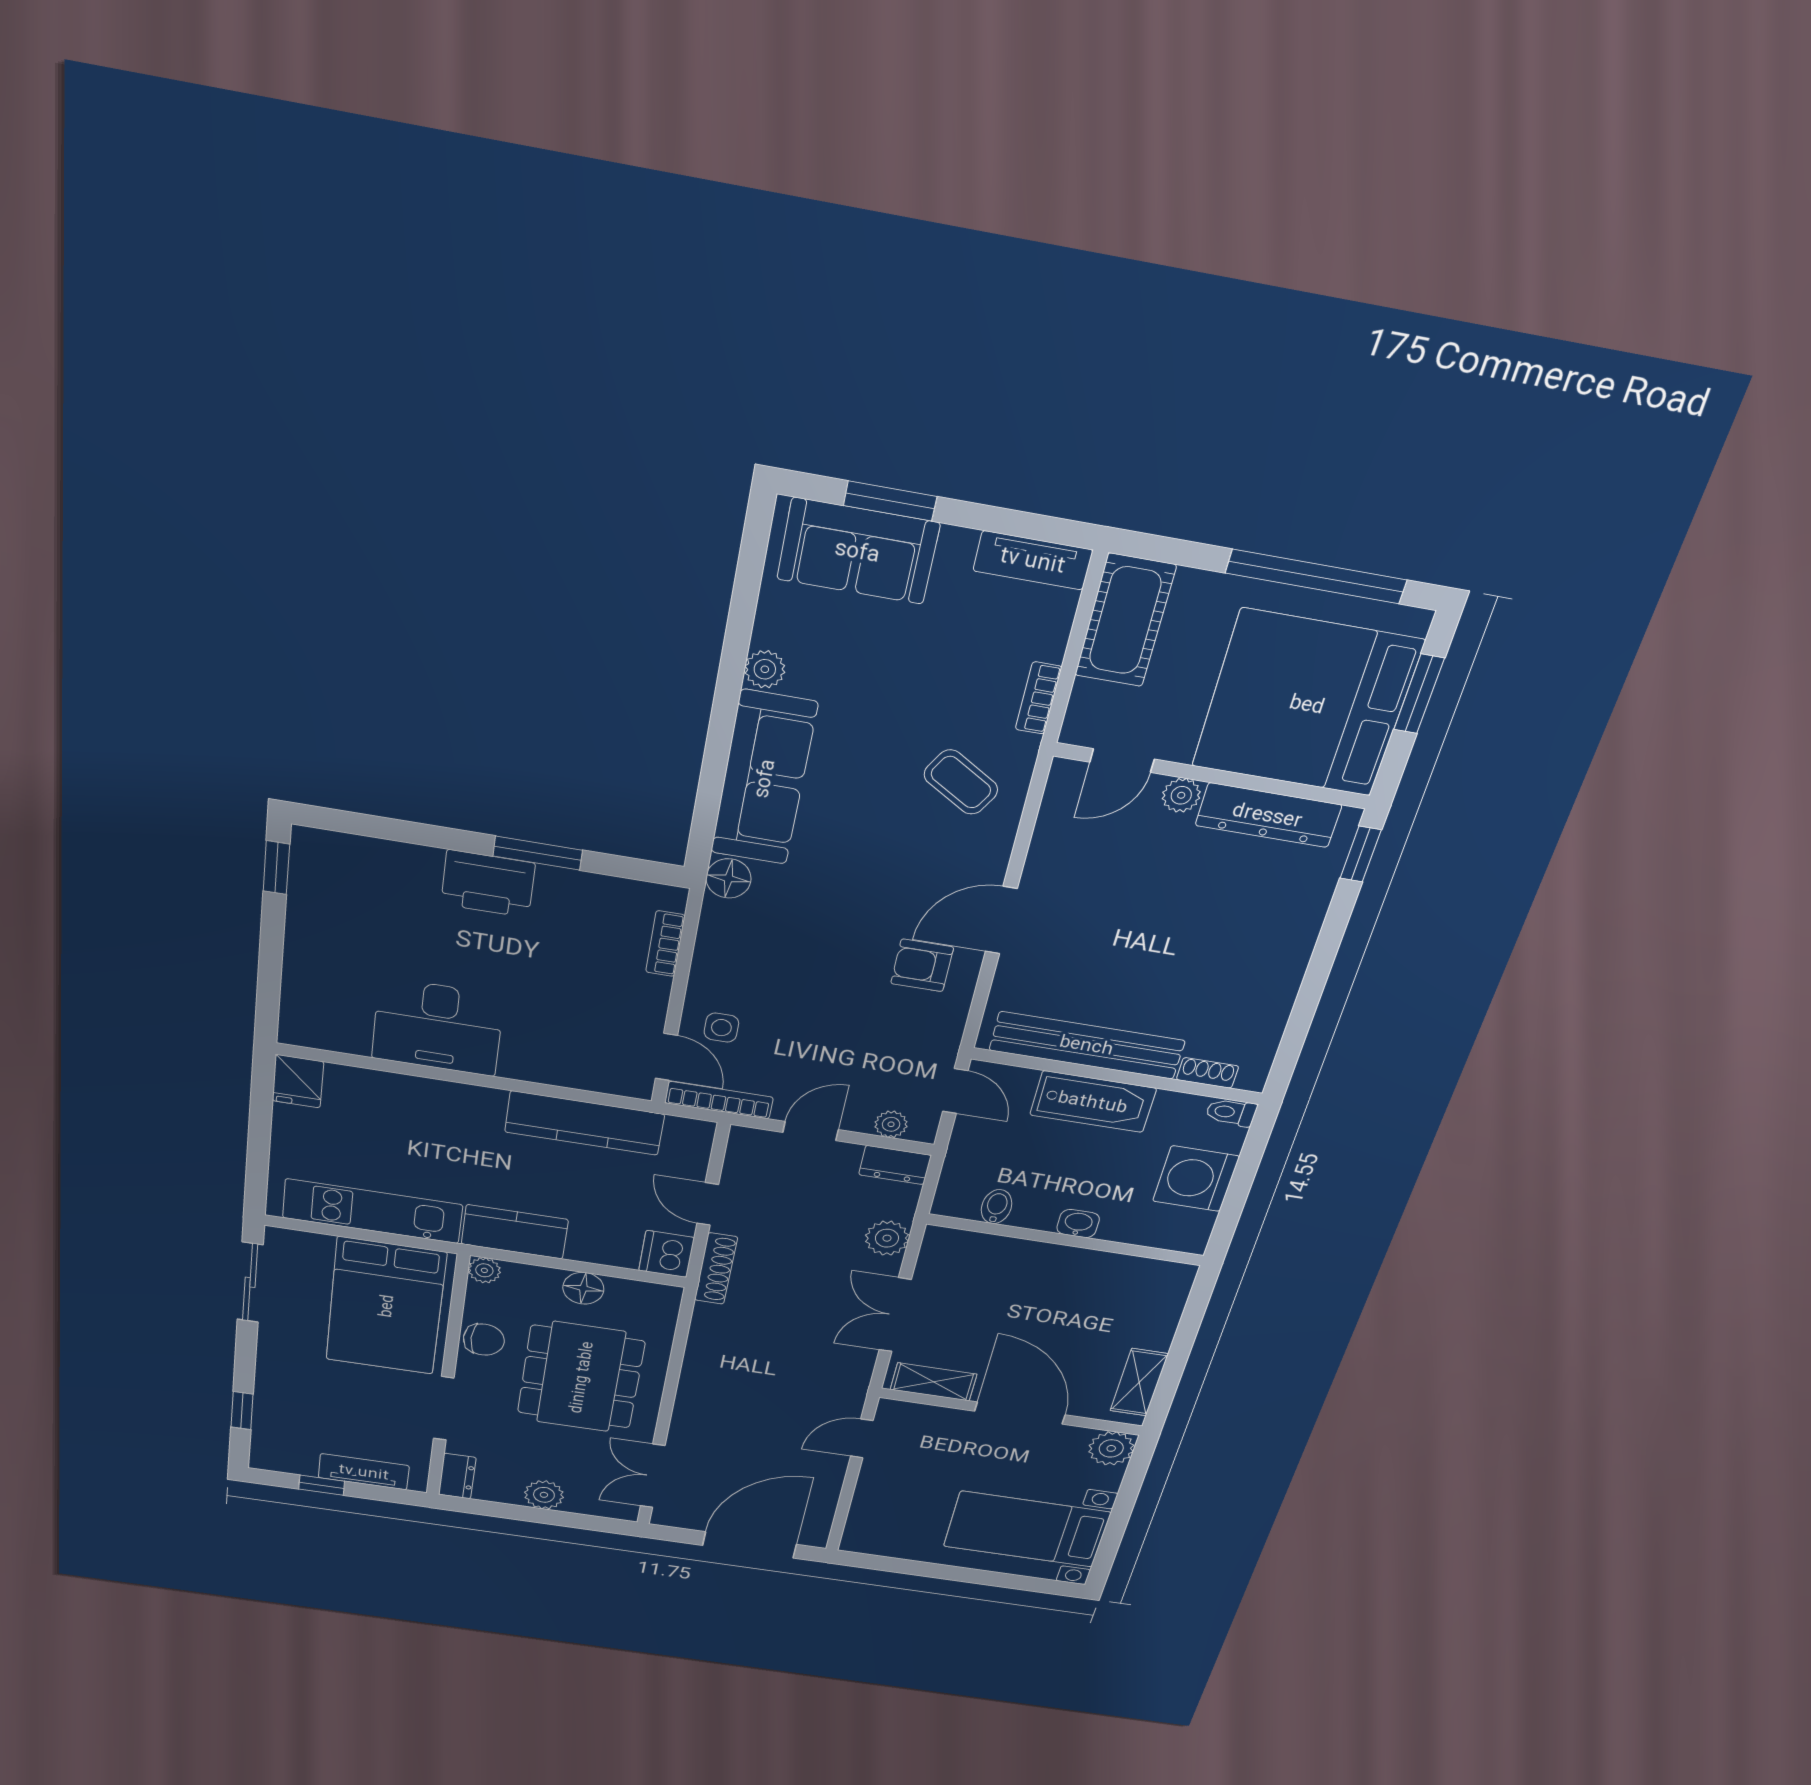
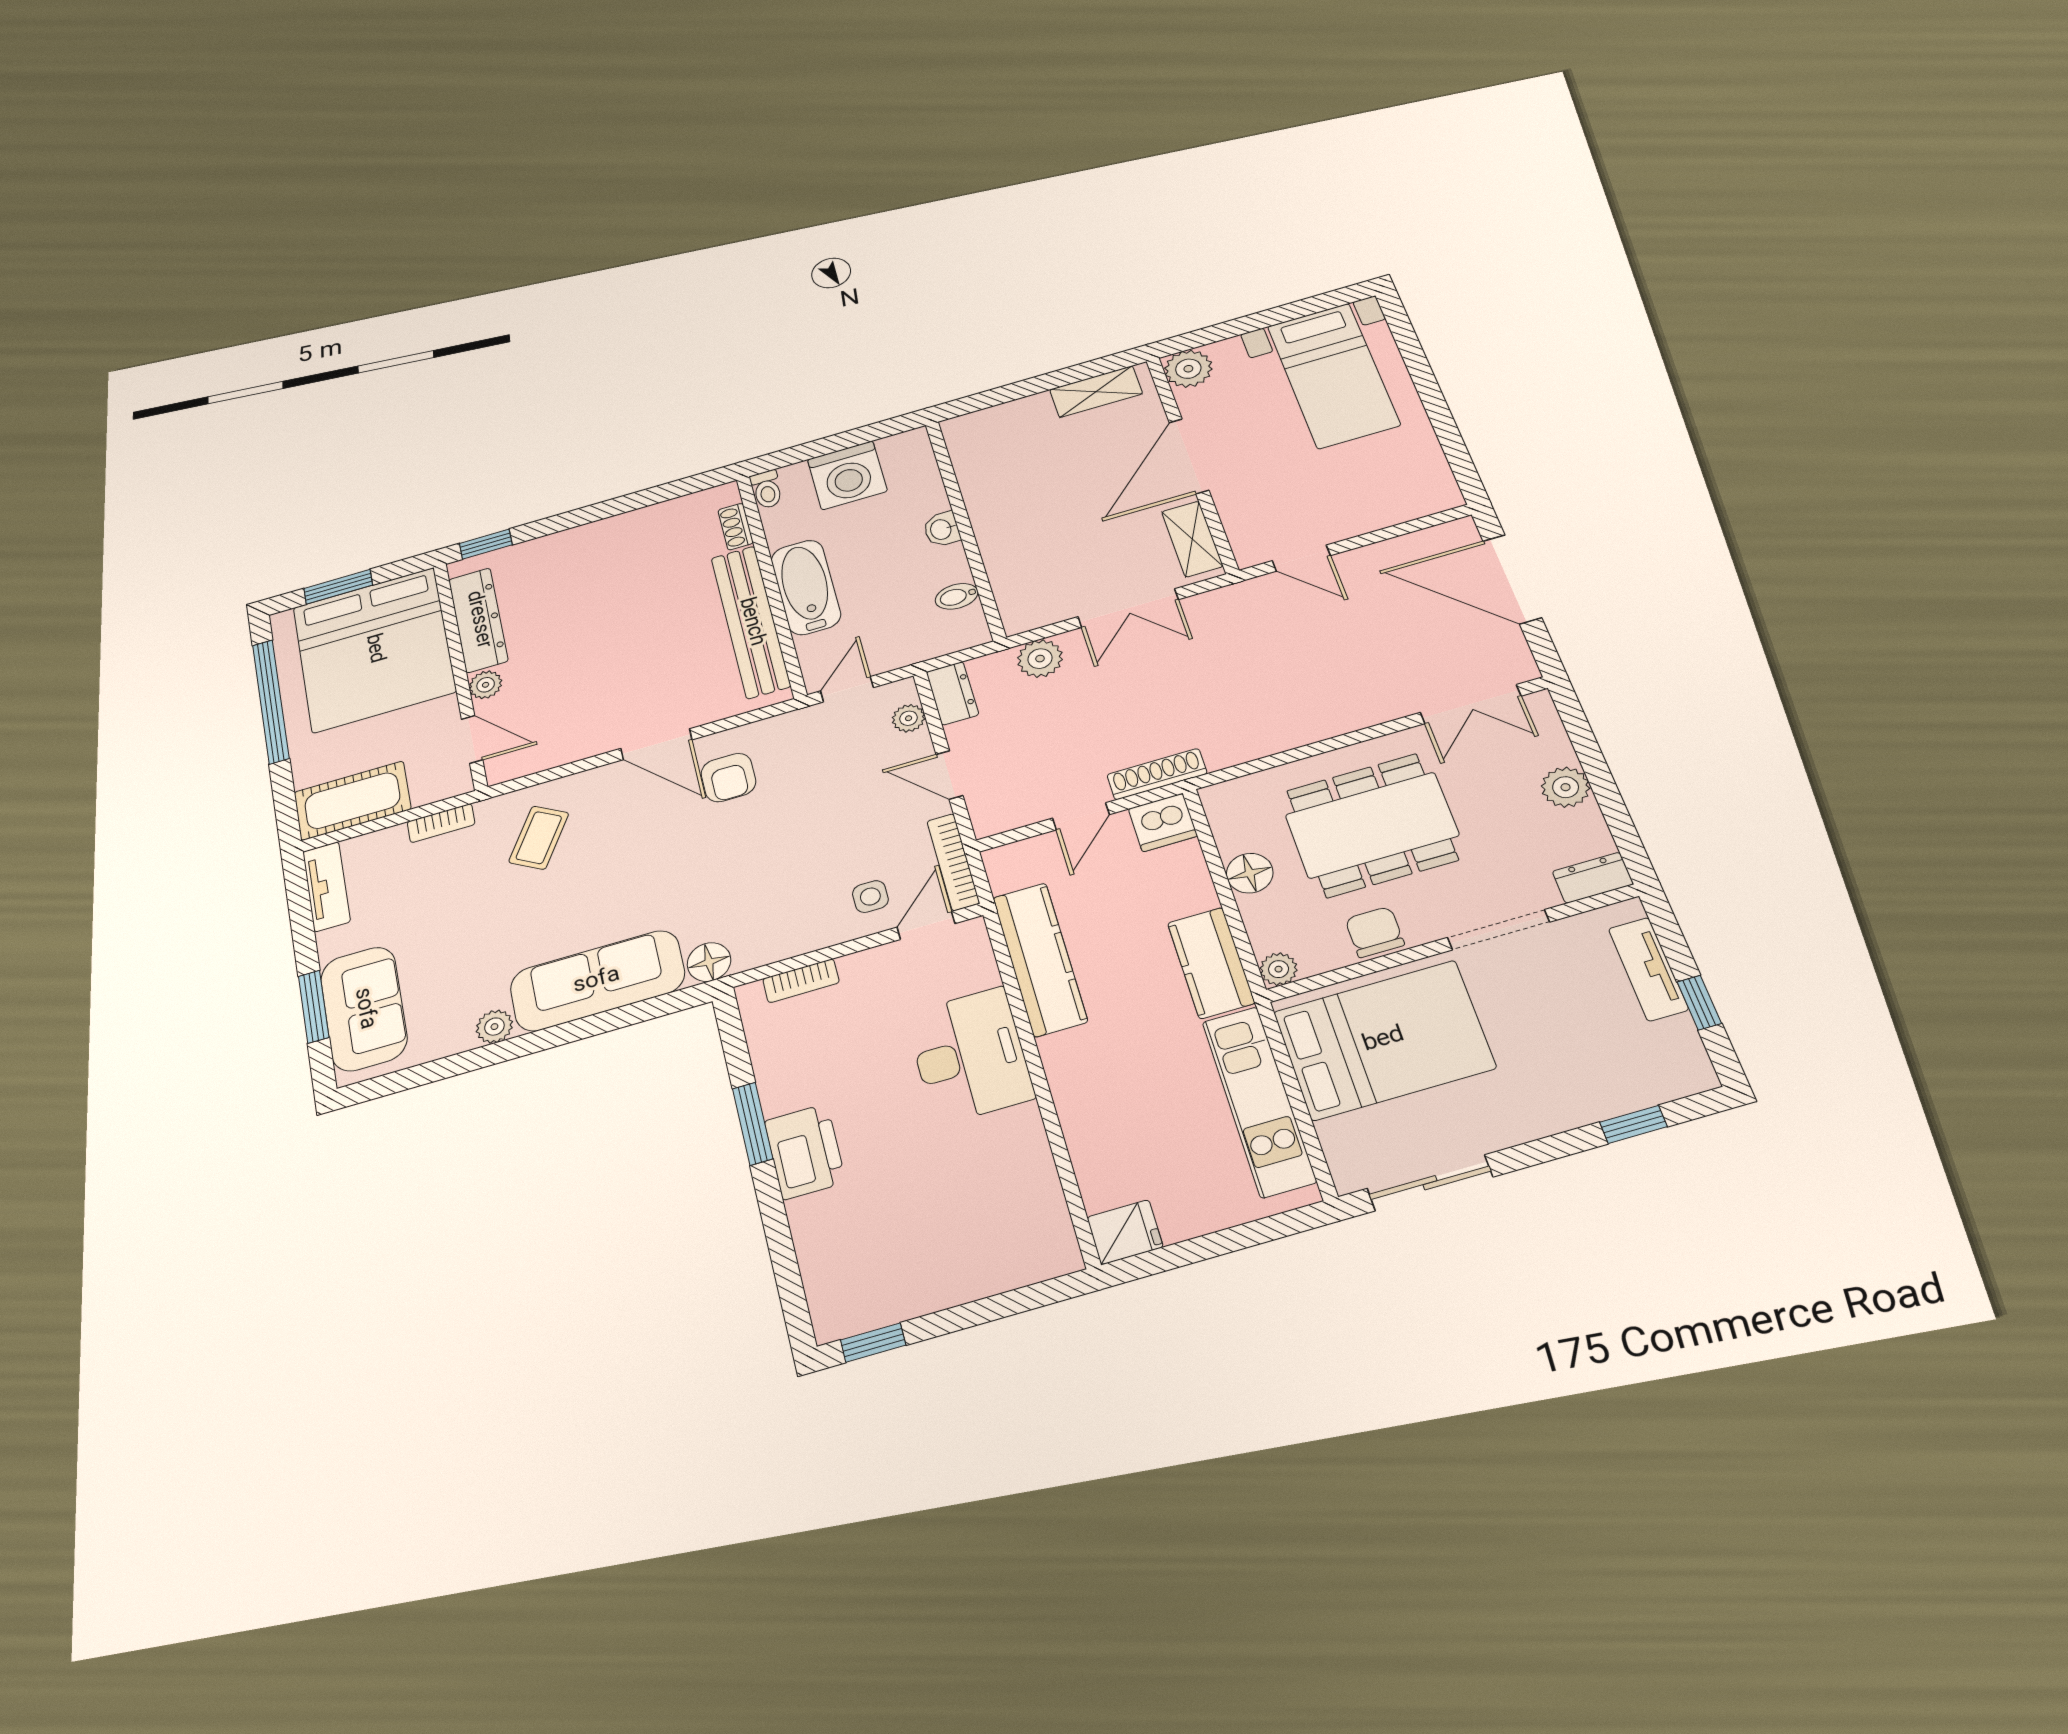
desk: (438, 1027) -> (970, 1056), moved

